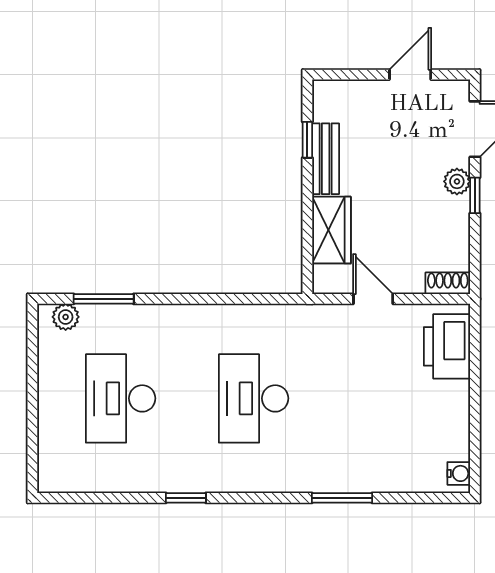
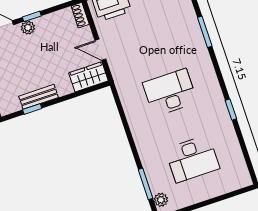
wardrobe: (331, 230) -> (88, 77), moved
door: (373, 299) -> (100, 50), hinge flipped
desk: (254, 398) -> (170, 93), turned 180

